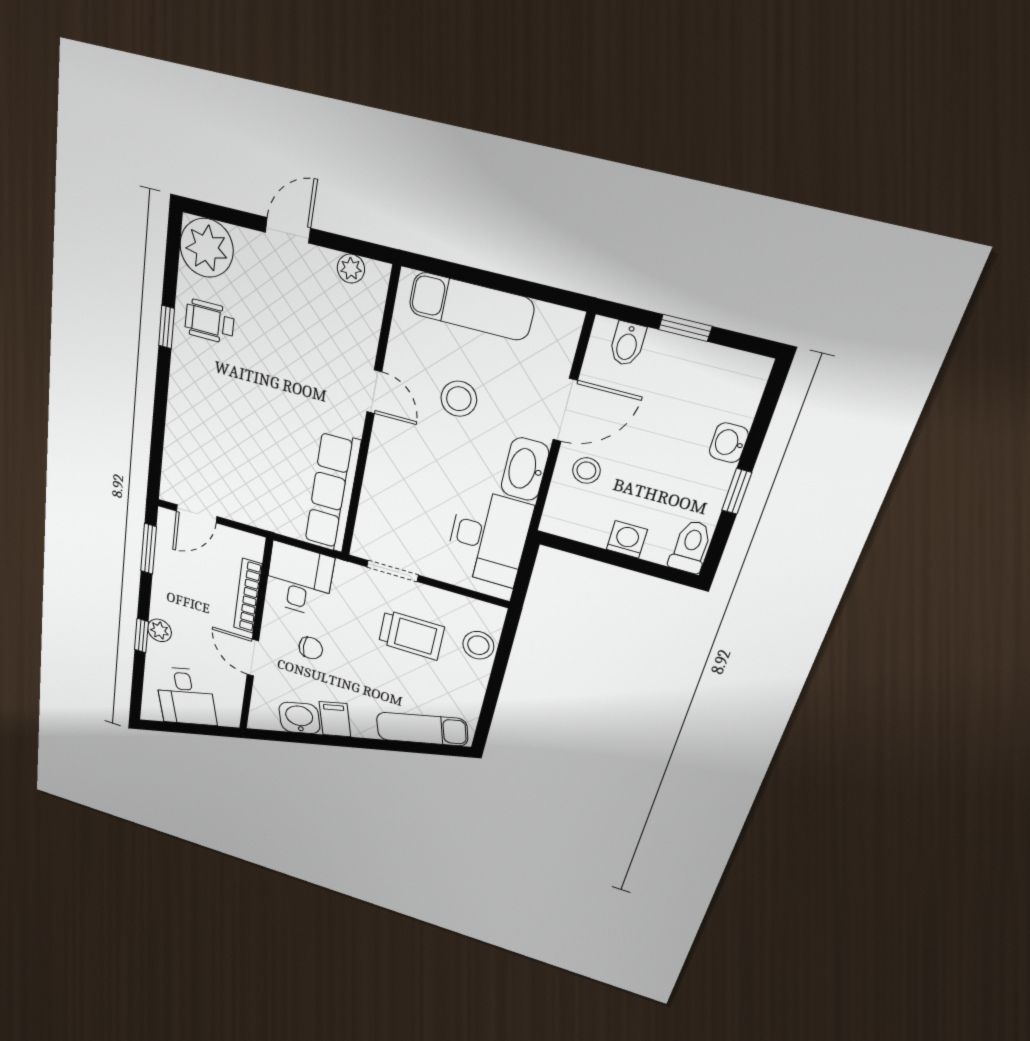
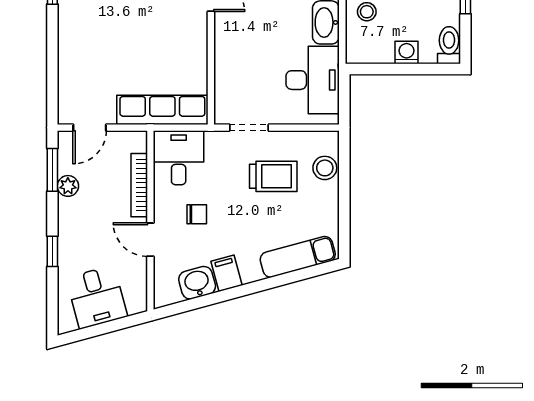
row of seats: (332, 492) -> (162, 110), moved, turned 90
plant: (160, 630) -> (68, 186), moved

